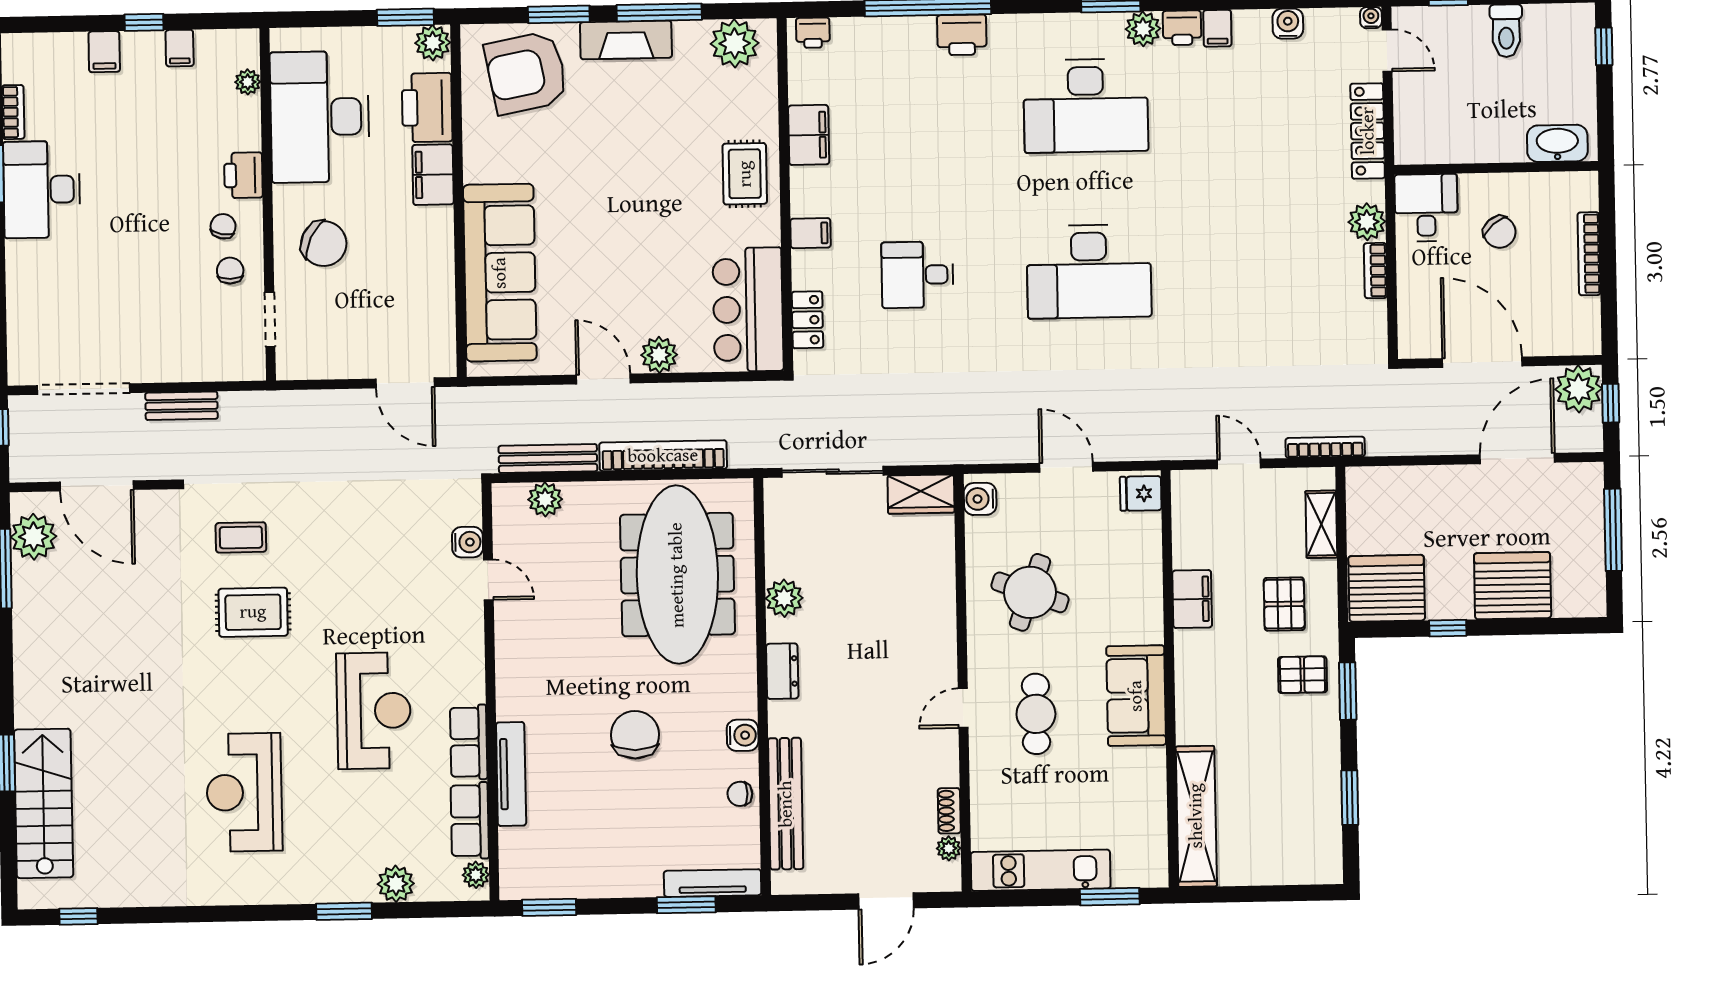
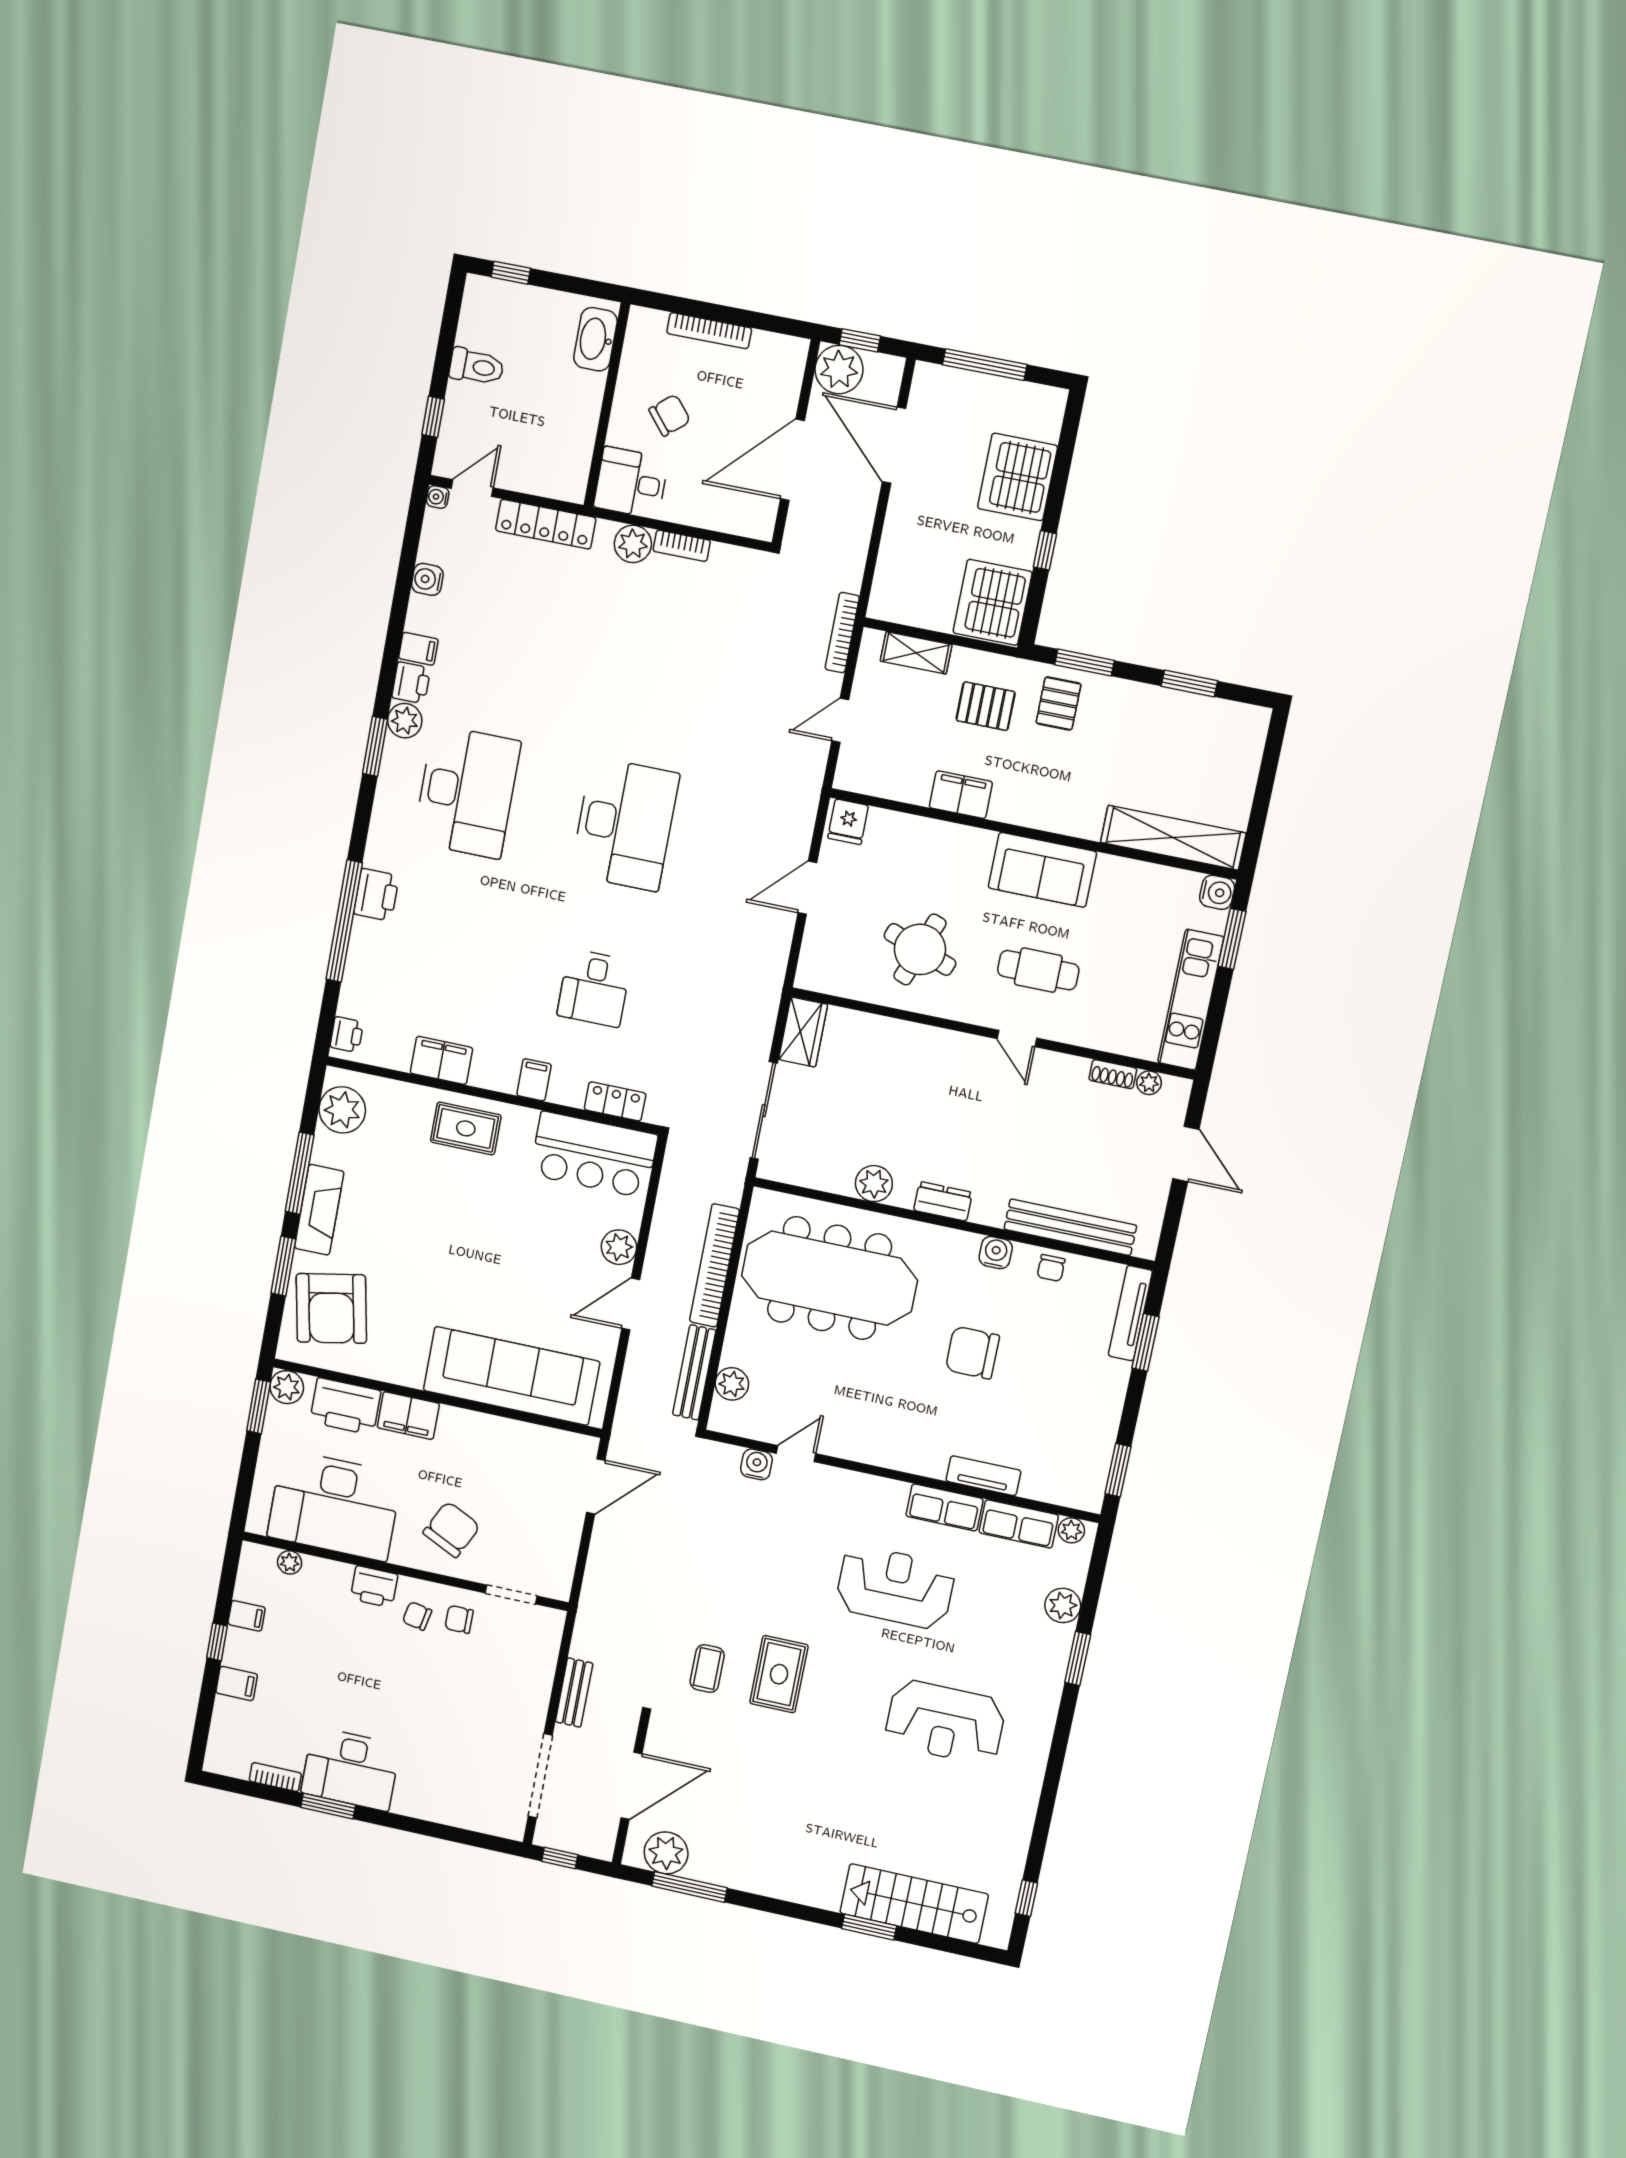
water cooler: (980, 499) -> (1217, 892), moved, turned -90
tv unit: (511, 774) -> (983, 1476), width x0.71

